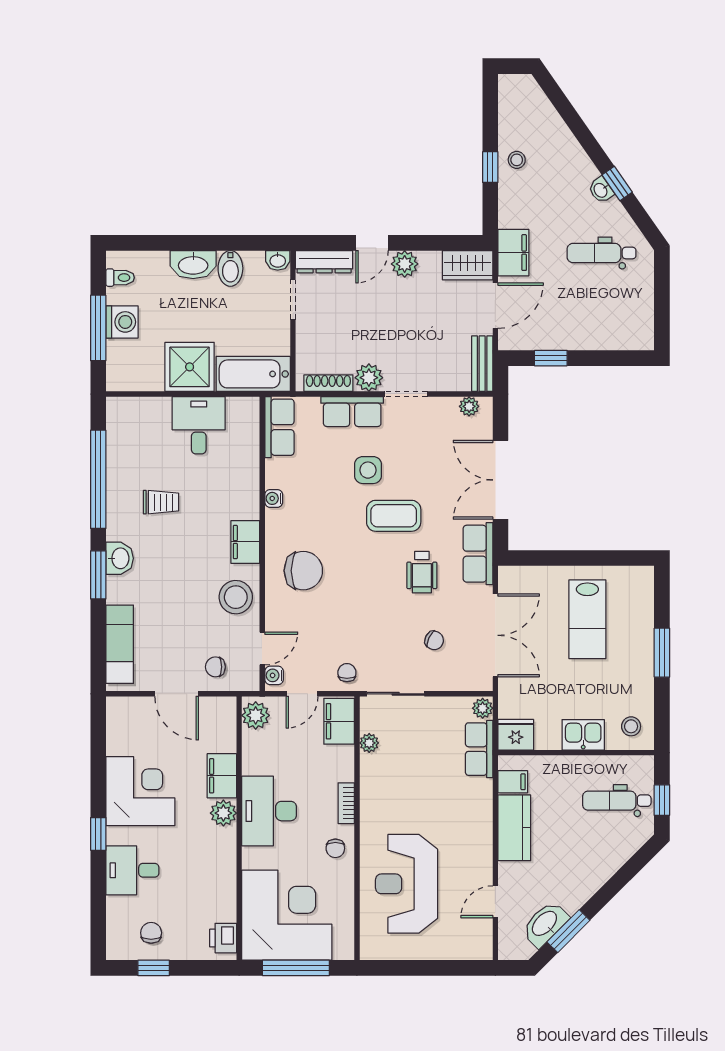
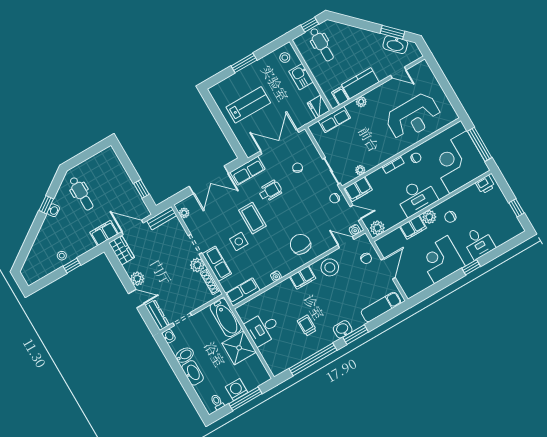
plant: (483, 708) -> (361, 102), moved
chair: (151, 933) -> (450, 217), moved

